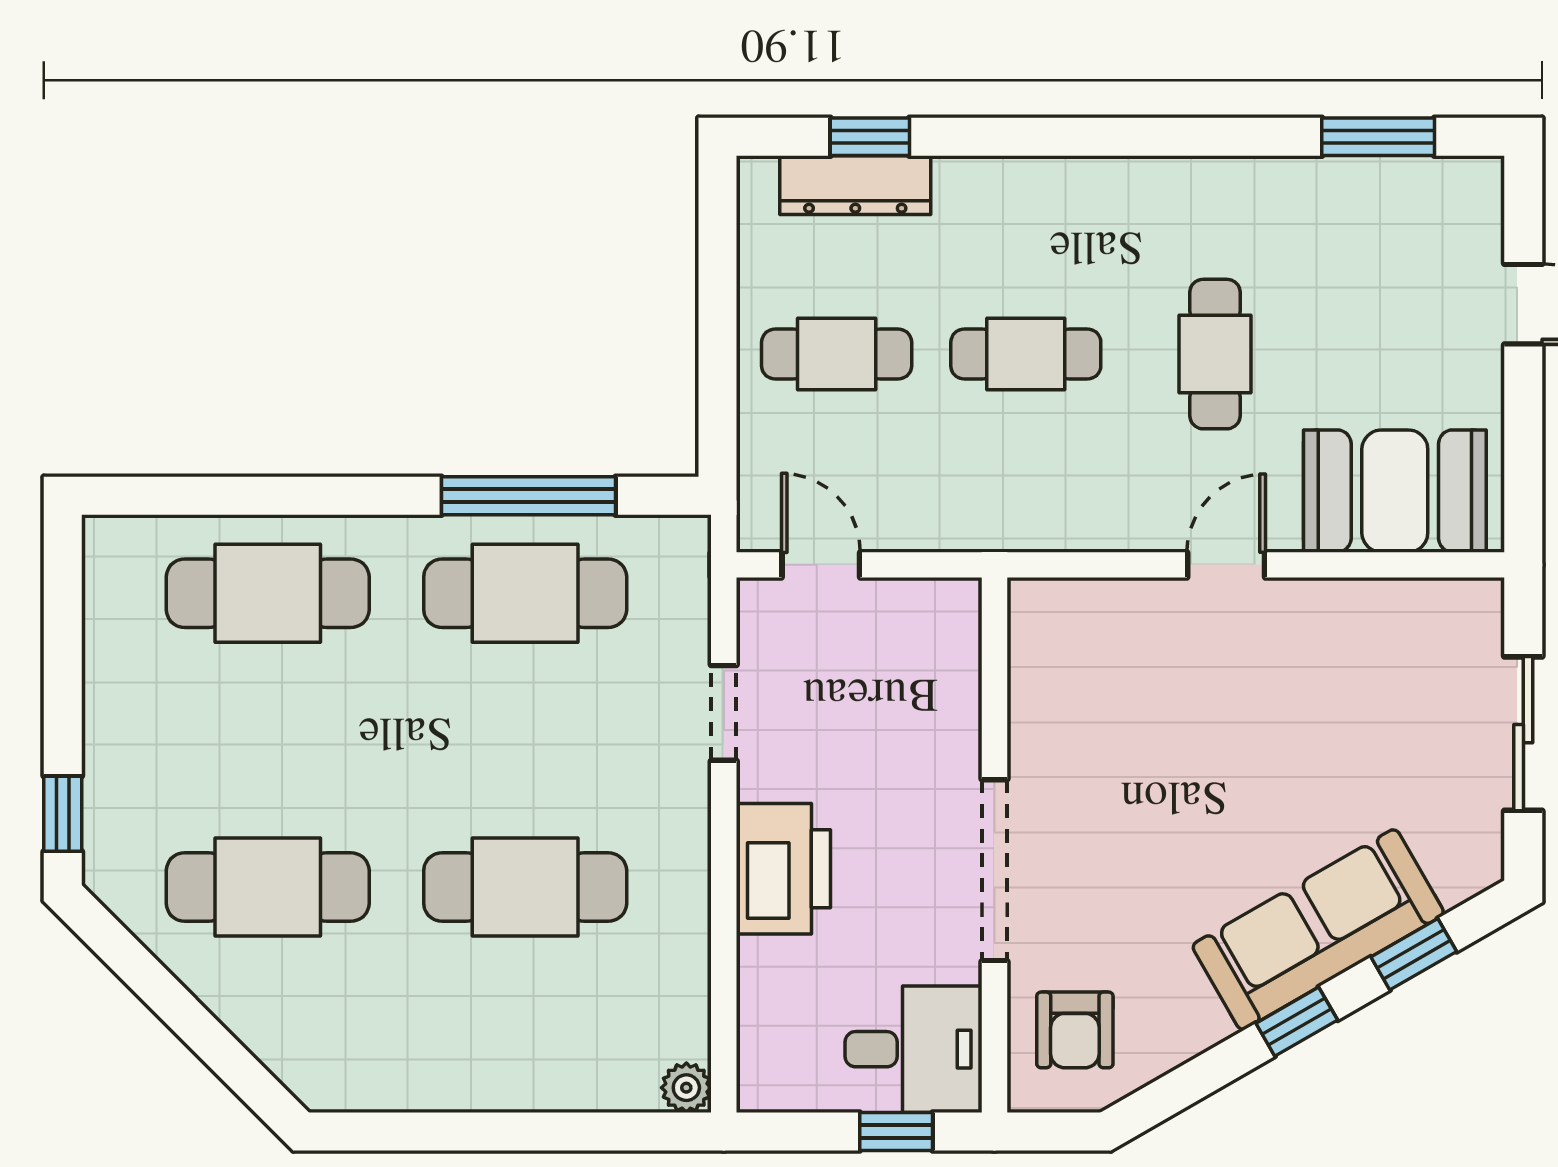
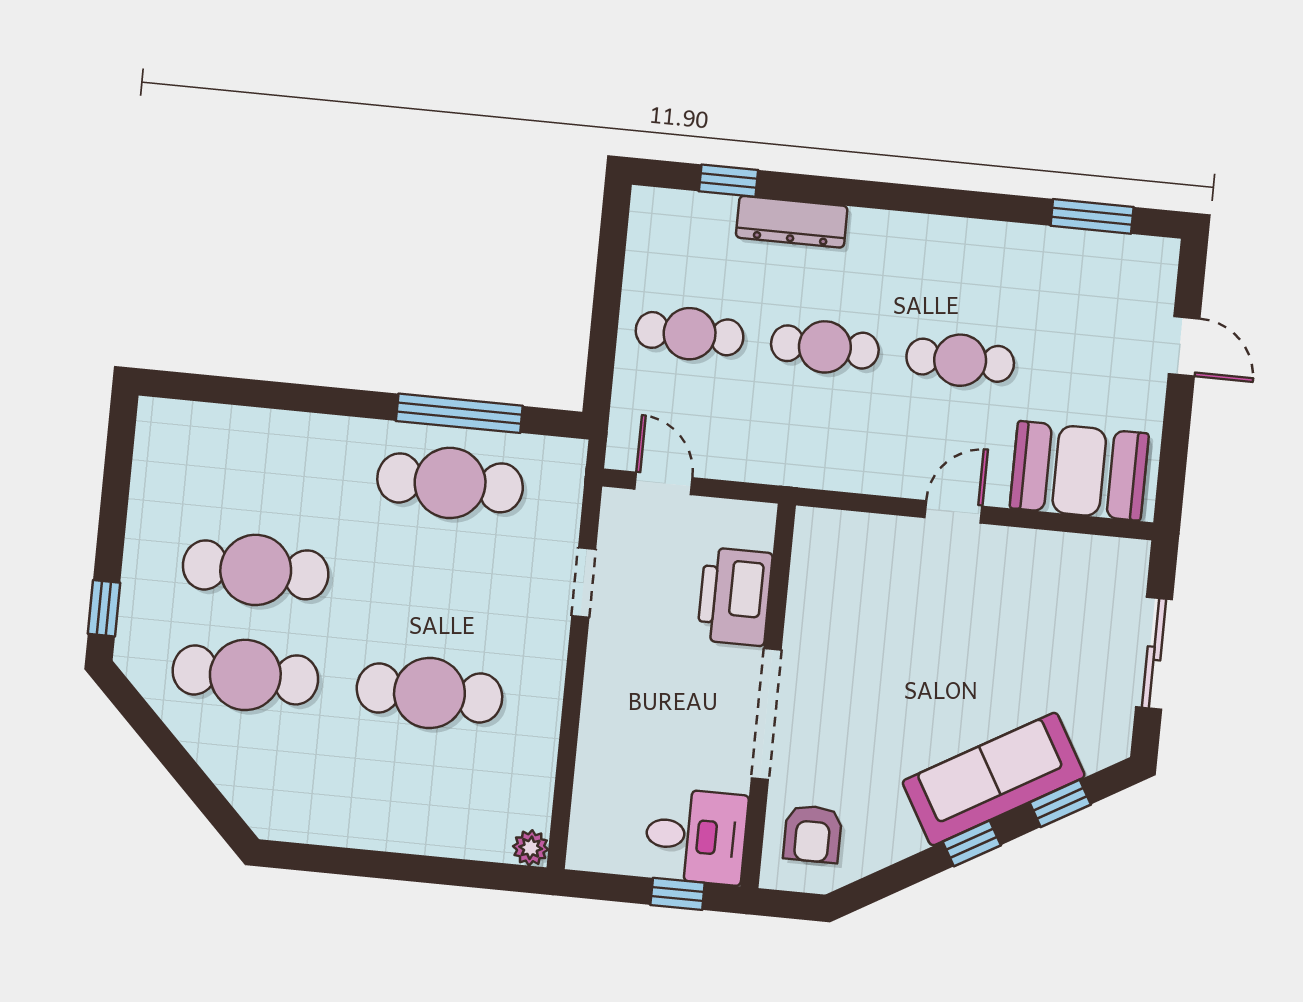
dresser: (855, 185) -> (792, 222), moved
cafe table: (1215, 354) -> (960, 360), turned 90
cafe table: (268, 593) -> (256, 570), moved
printer: (783, 869) -> (735, 597), moved, turned 180

